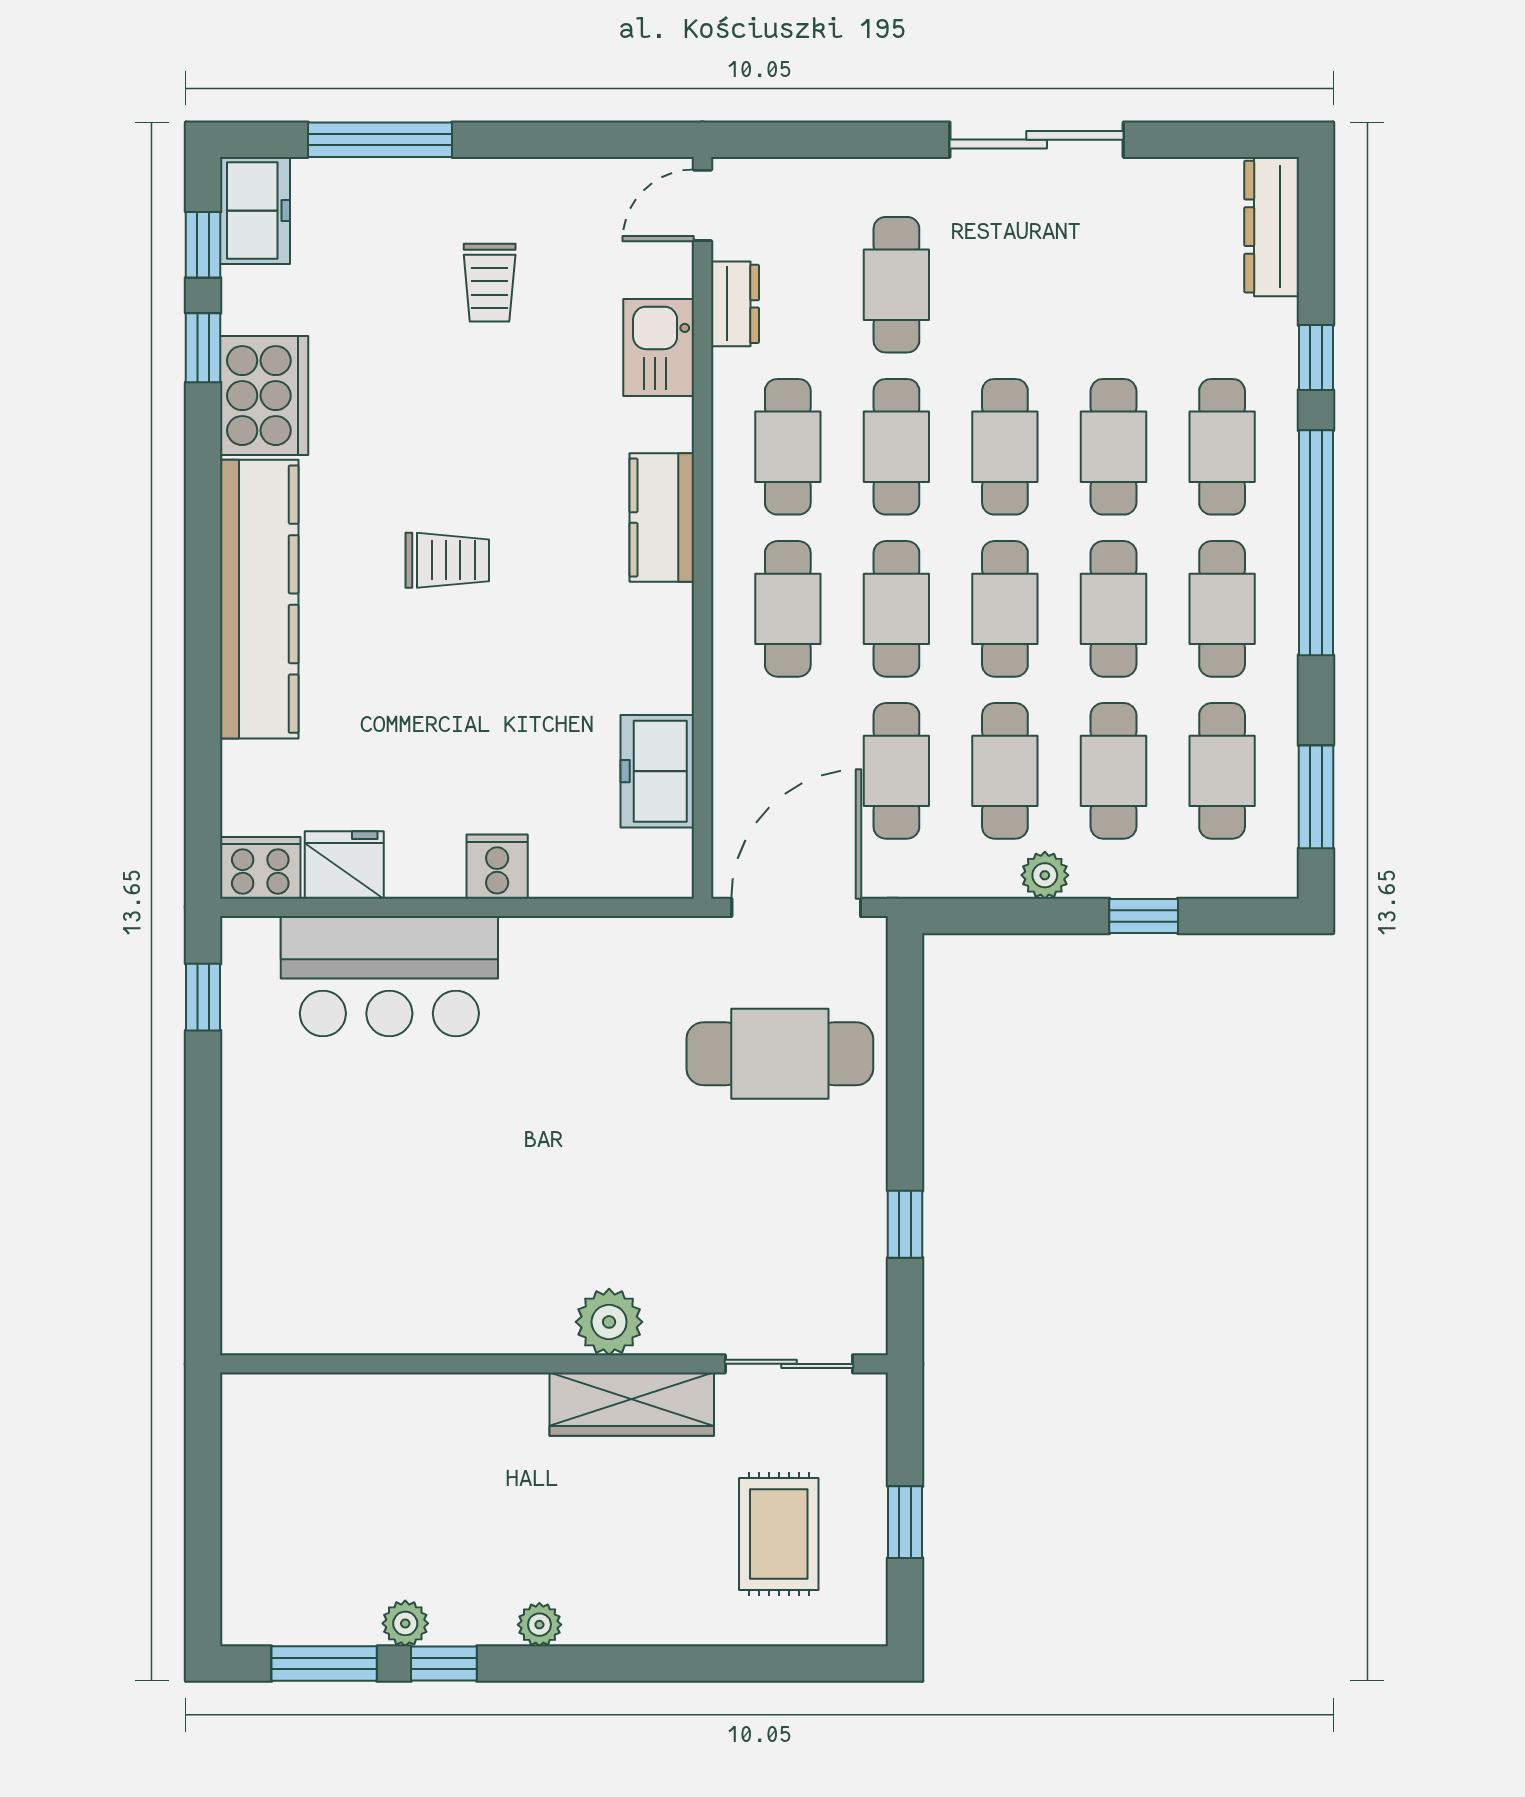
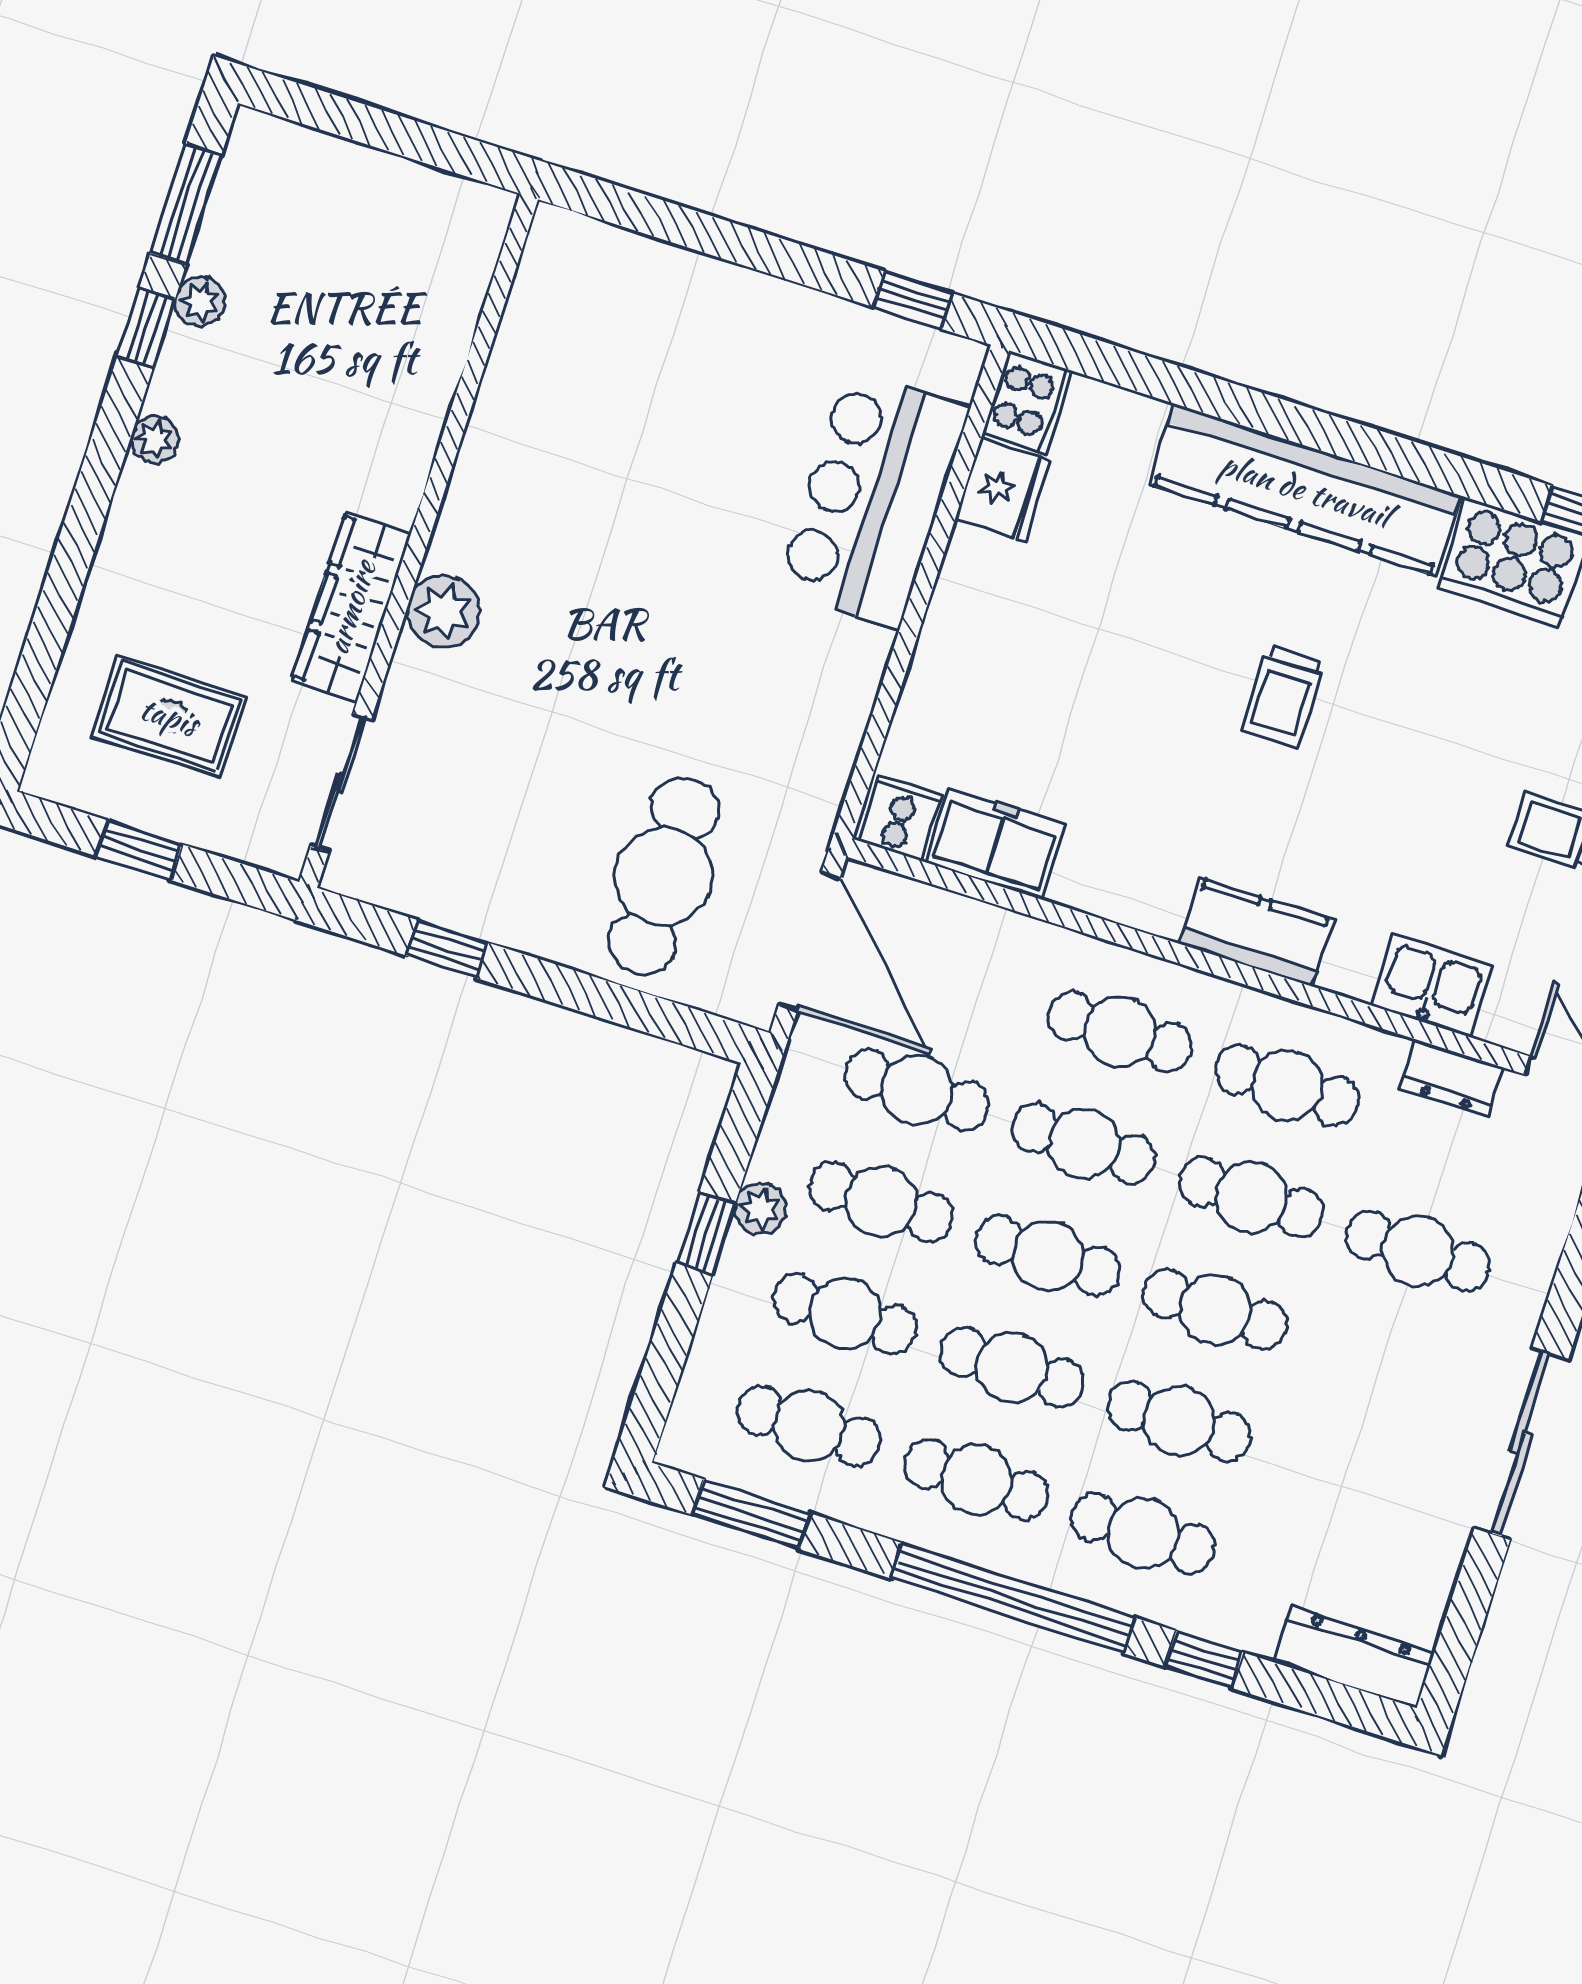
cooker: (497, 867) -> (900, 818), moved, turned -90
window: (1144, 916) -> (706, 1233), moved

